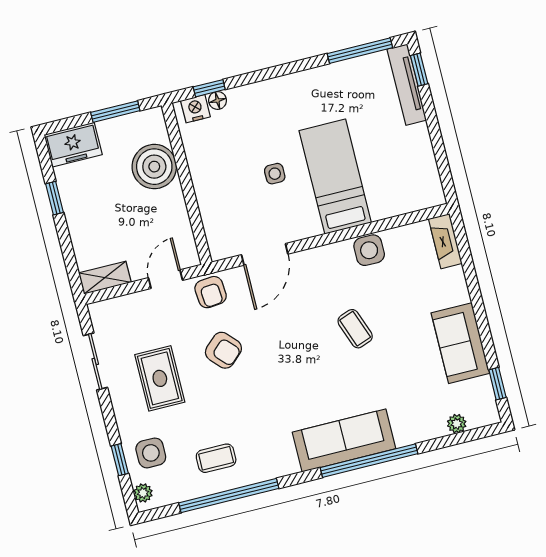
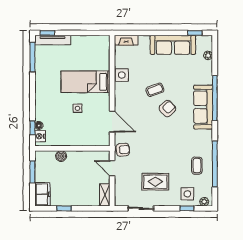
boiler: (154, 167) -> (61, 156), width x0.54, depth x0.54
sofa: (460, 343) -> (173, 45), width x1.36
armchair: (223, 350) -> (167, 108), moved

